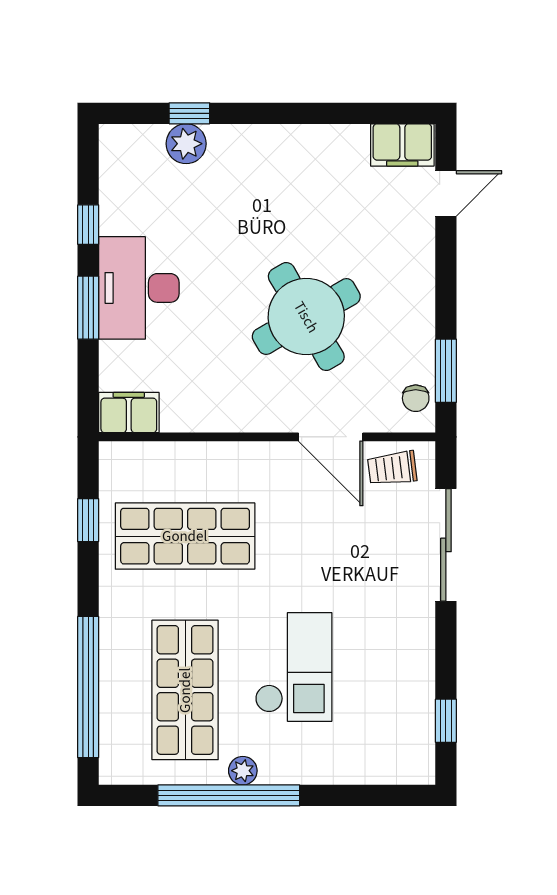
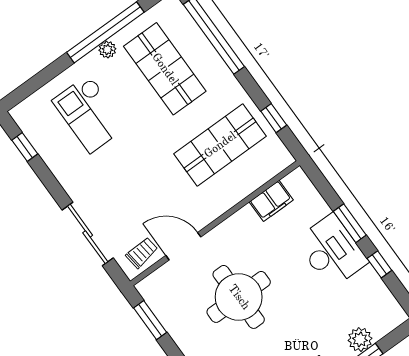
round table: (306, 317) -> (239, 297), turned 30
chair: (416, 398) -> (155, 296), removed
filing cabinet: (129, 413) -> (271, 201), moved
checkout: (294, 667) -> (89, 114), moved

